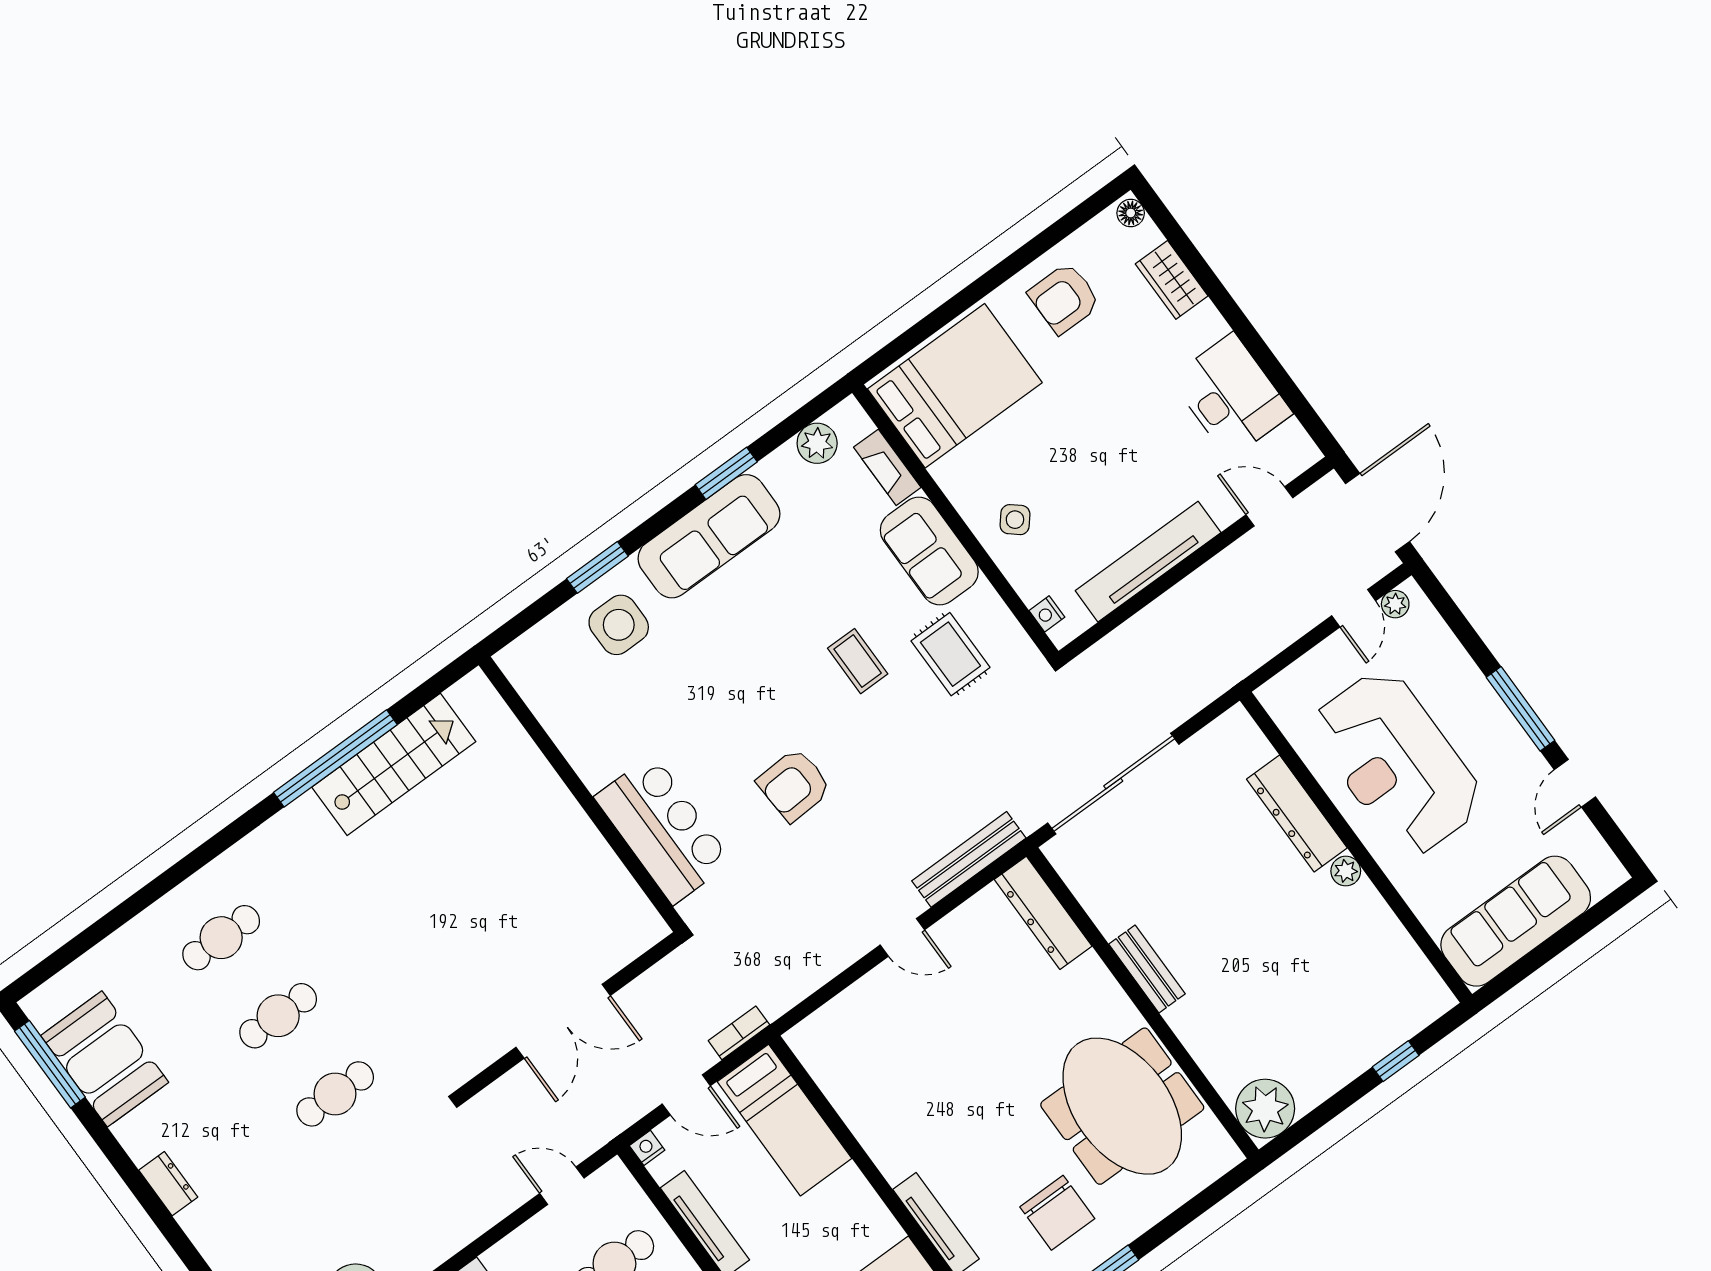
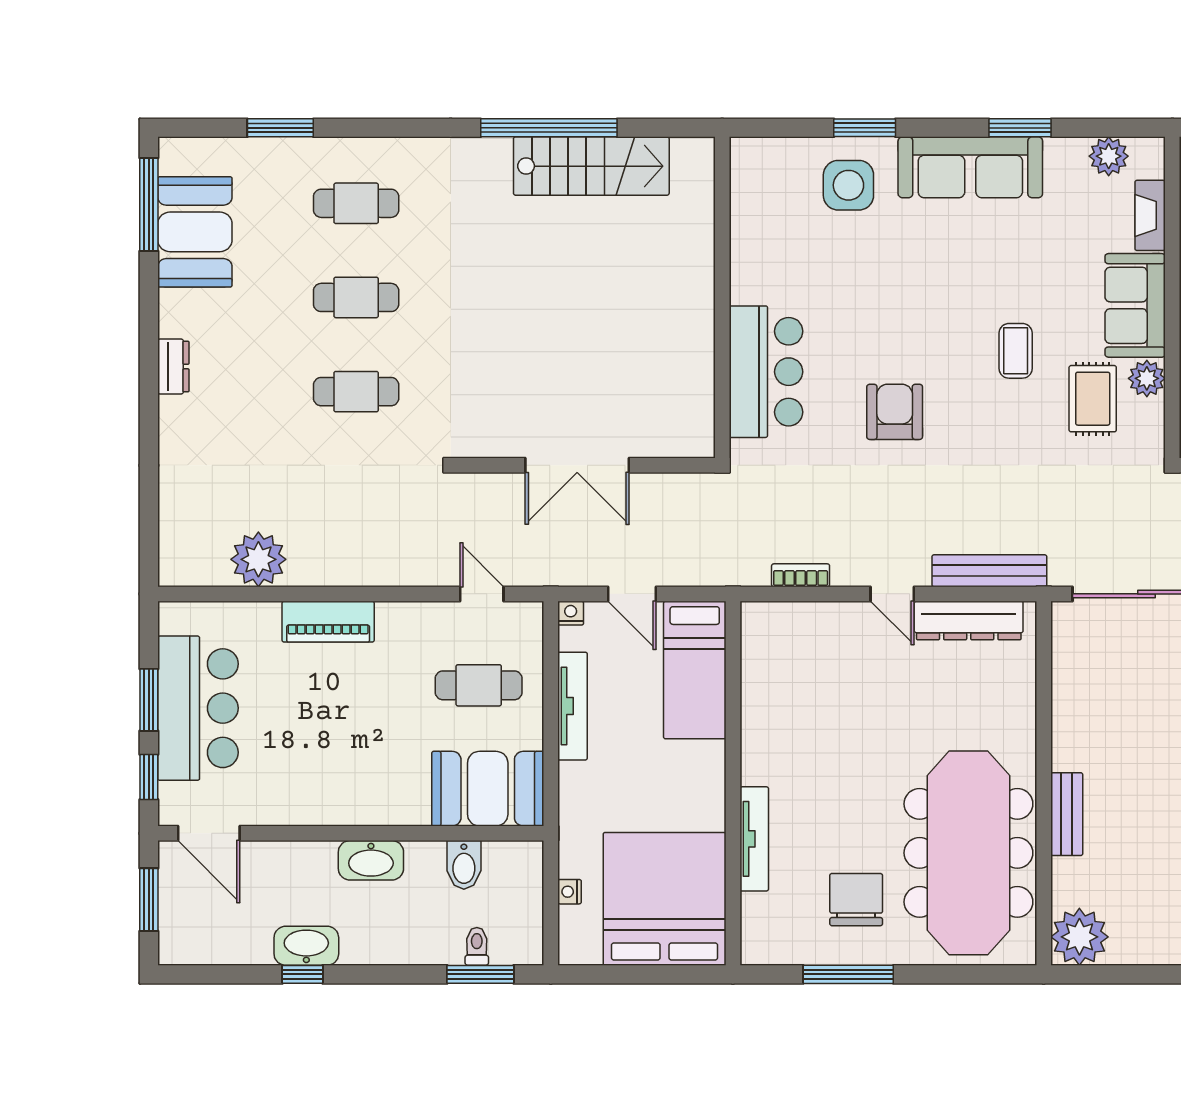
plant: (983, 605) -> (1147, 378), added
armchair: (794, 785) -> (895, 412), turned 93
dresser: (1043, 913) -> (969, 620), moved, turned -90
window: (113, 921) -> (280, 128), added
bench: (1147, 969) -> (1067, 814), moved
bookcase: (739, 1033) -> (801, 575), moved
meeting table: (1122, 1106) -> (968, 853), width x1.36
chair: (1057, 1213) -> (856, 900), turned 180

